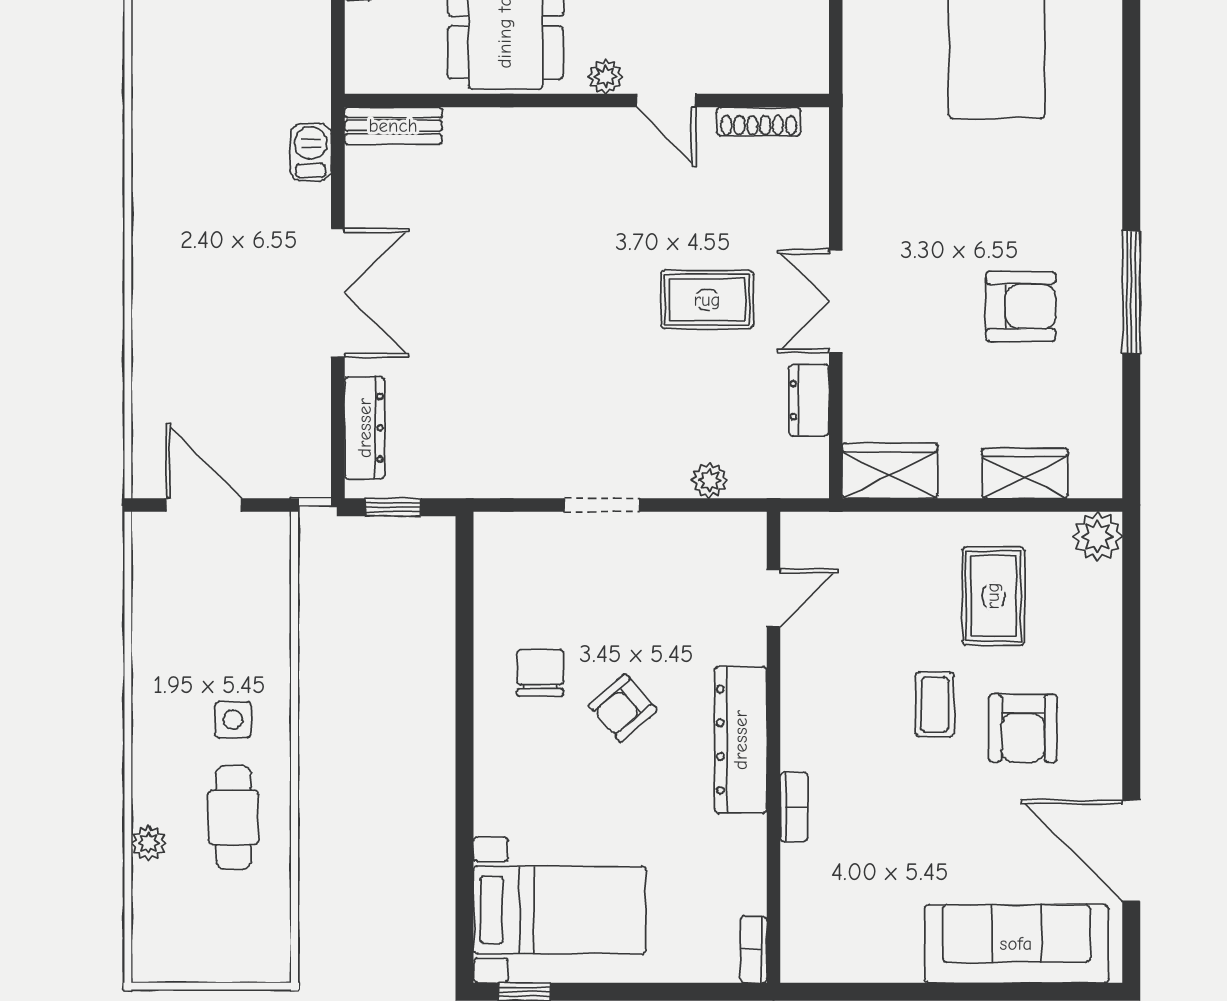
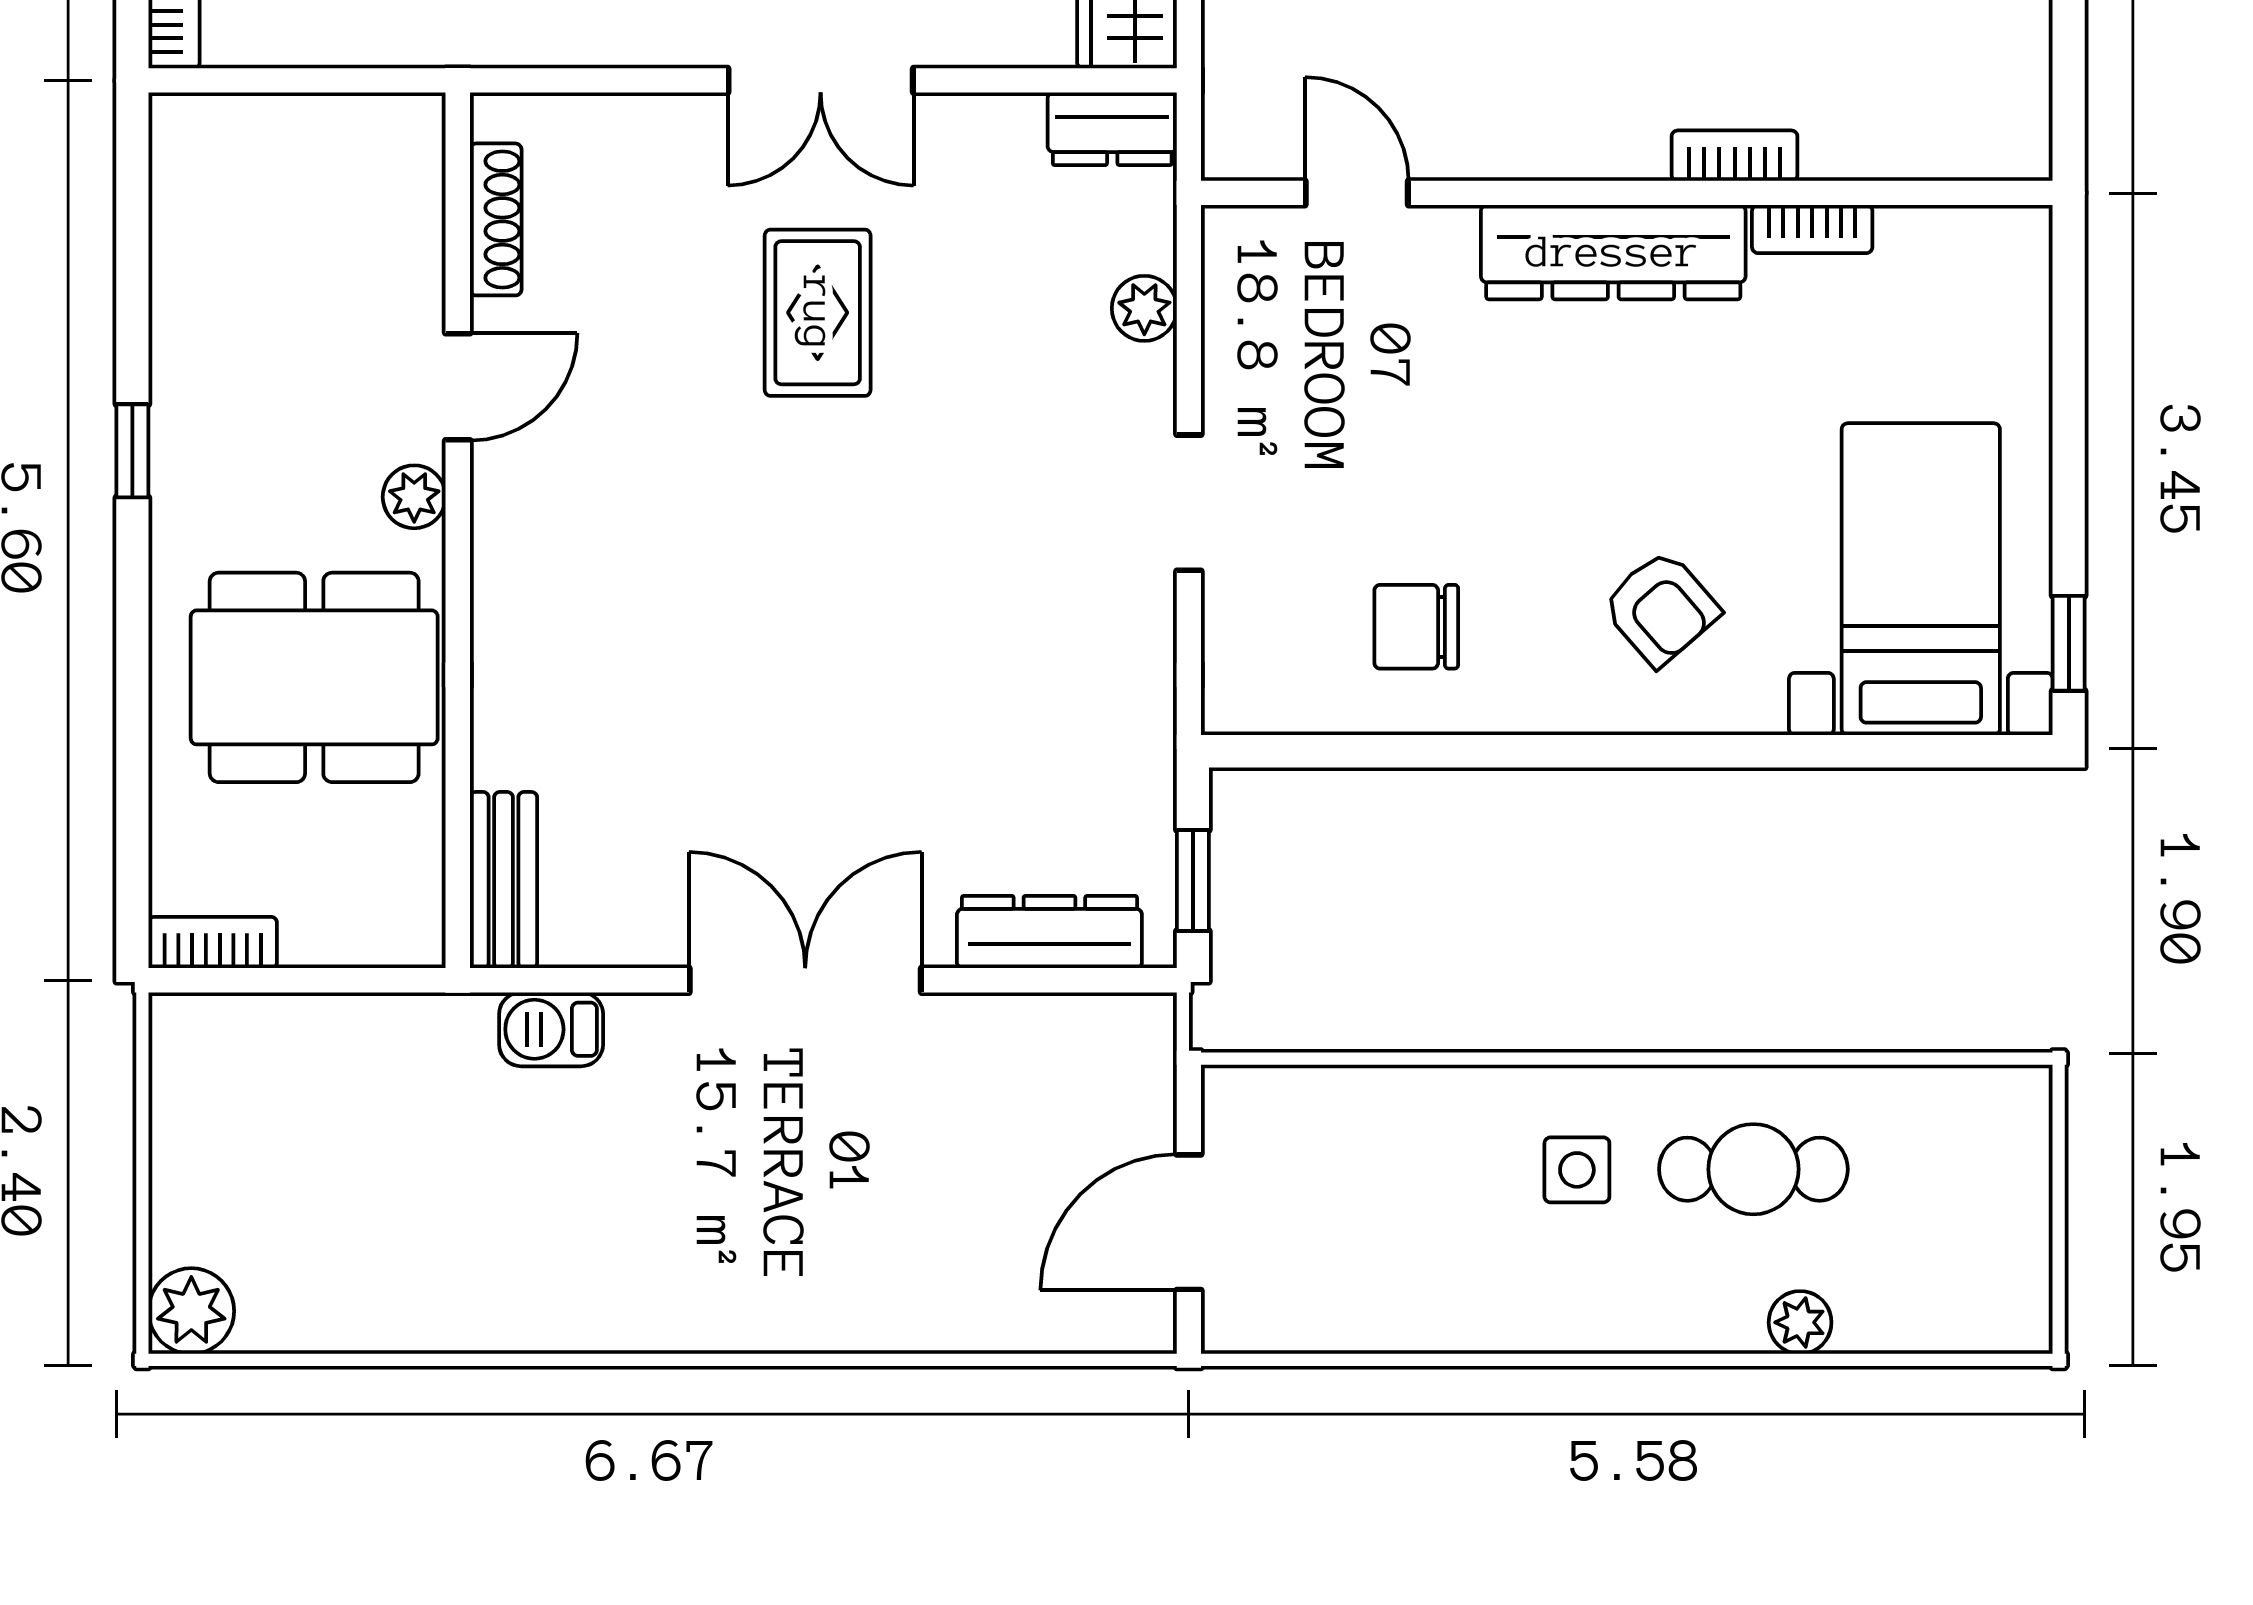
dresser: (809, 400) -> (1112, 129), moved
chair: (540, 673) -> (1416, 627), moved
armchair: (623, 708) -> (1661, 608), moved
bookcase: (753, 950) -> (1812, 229), moved

